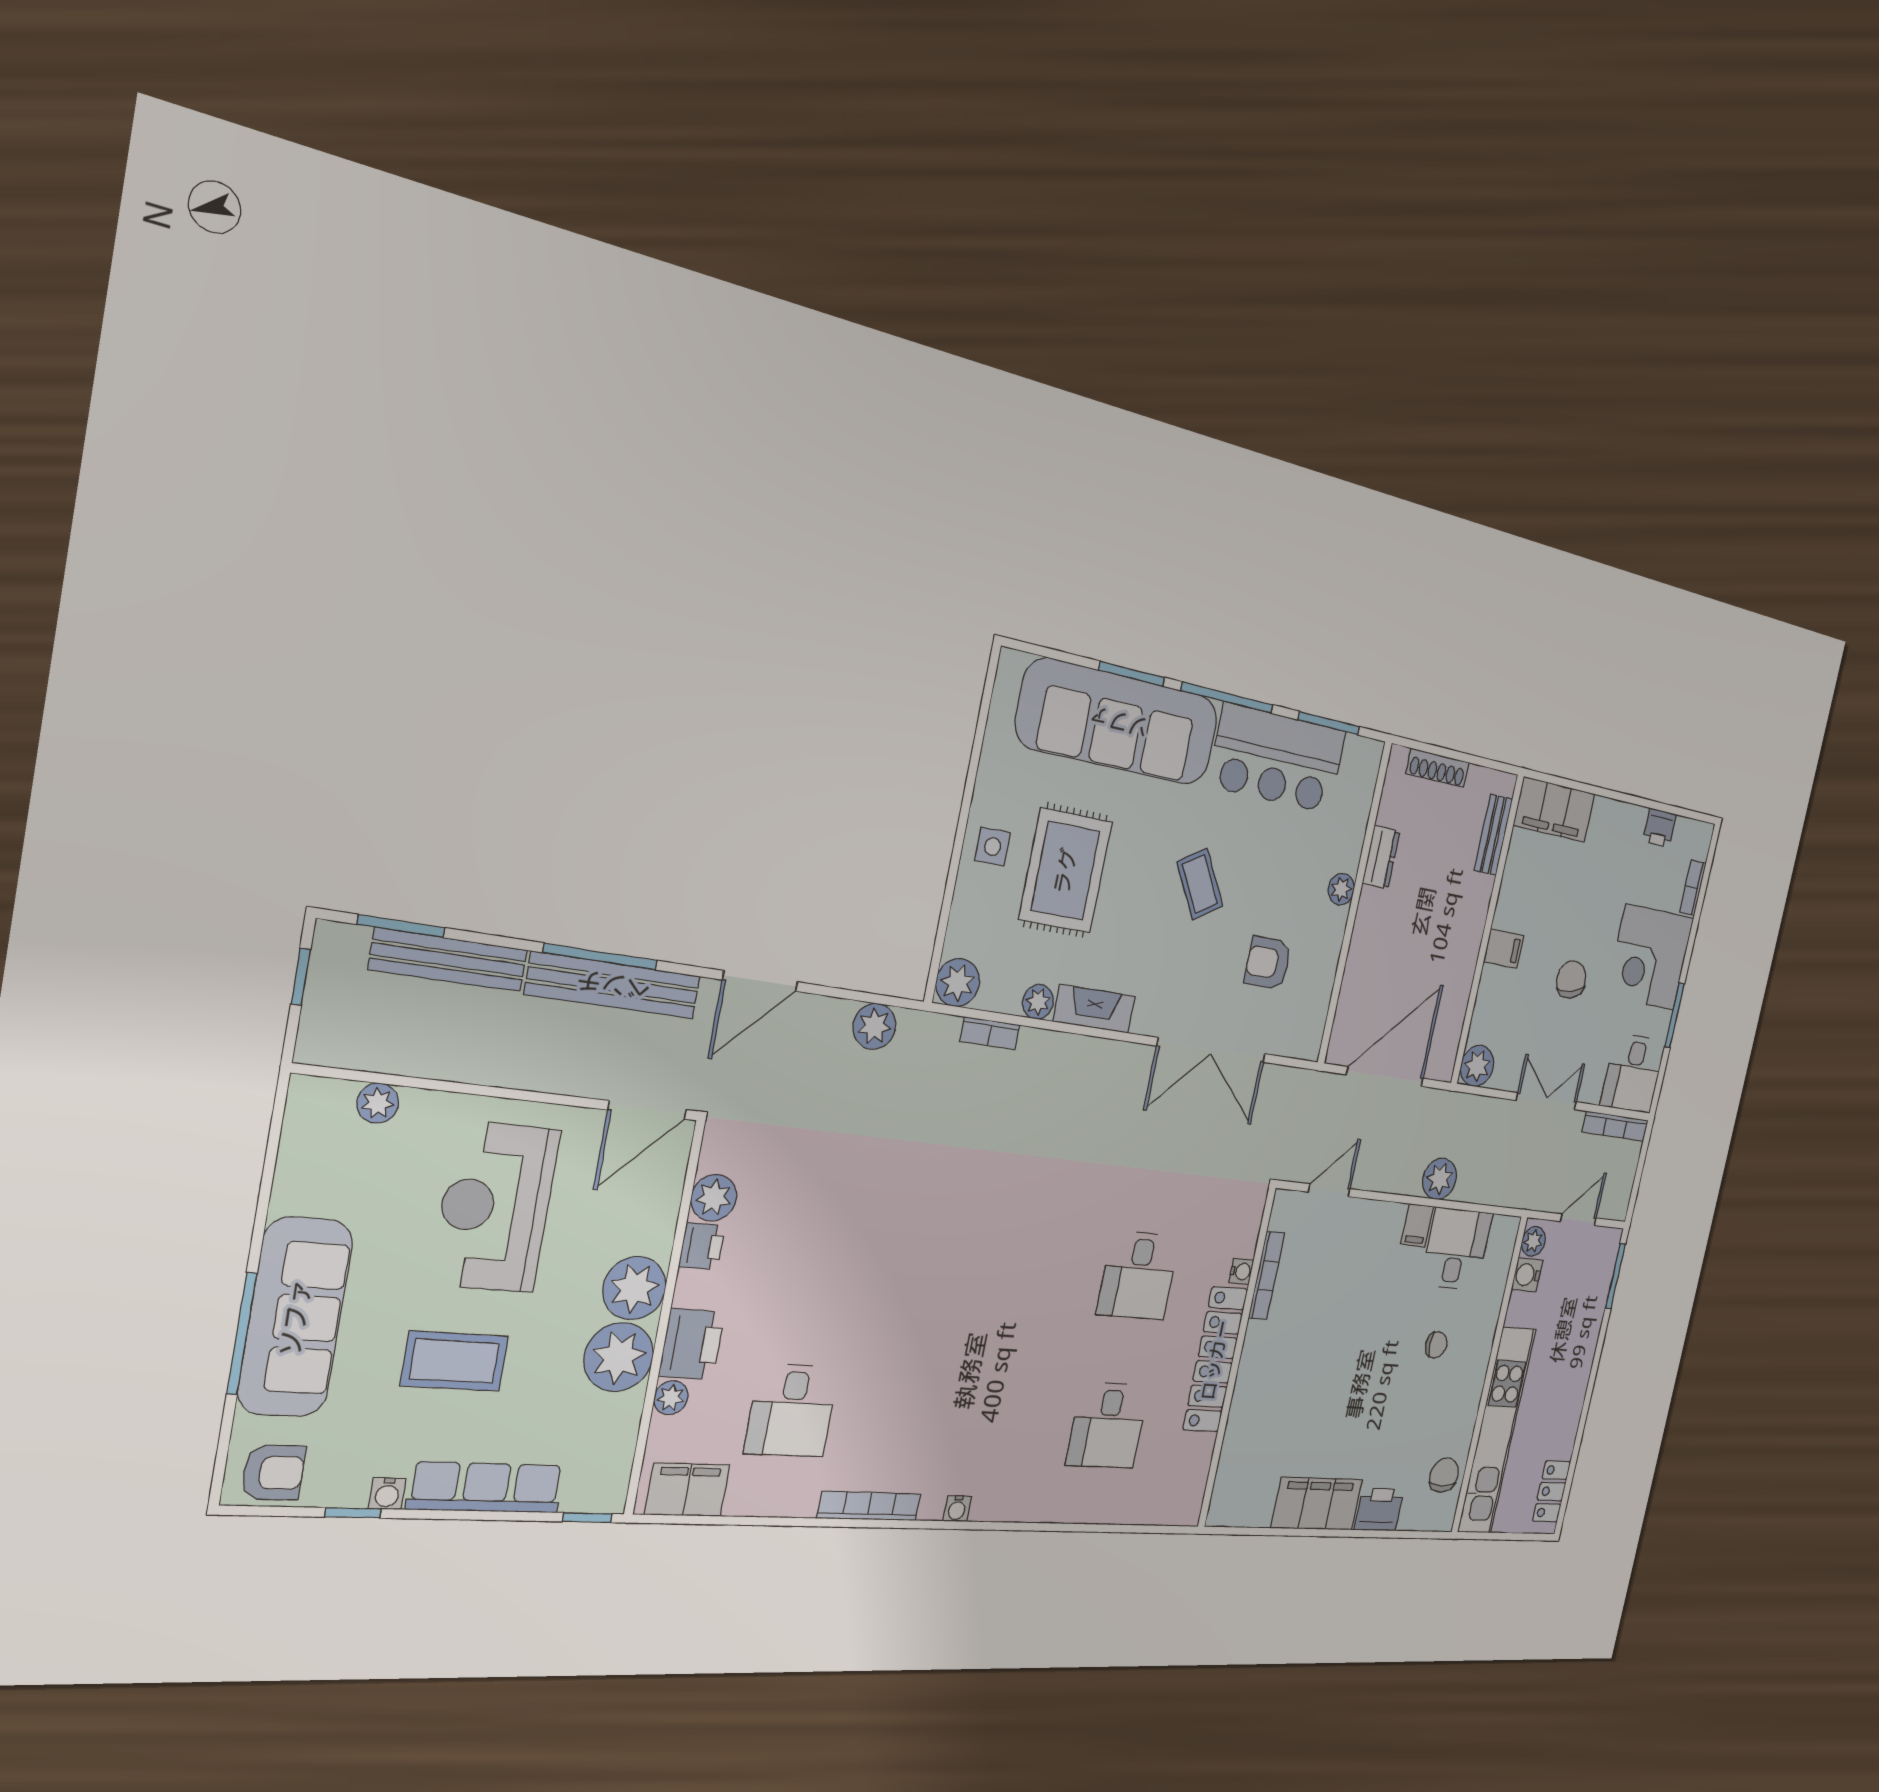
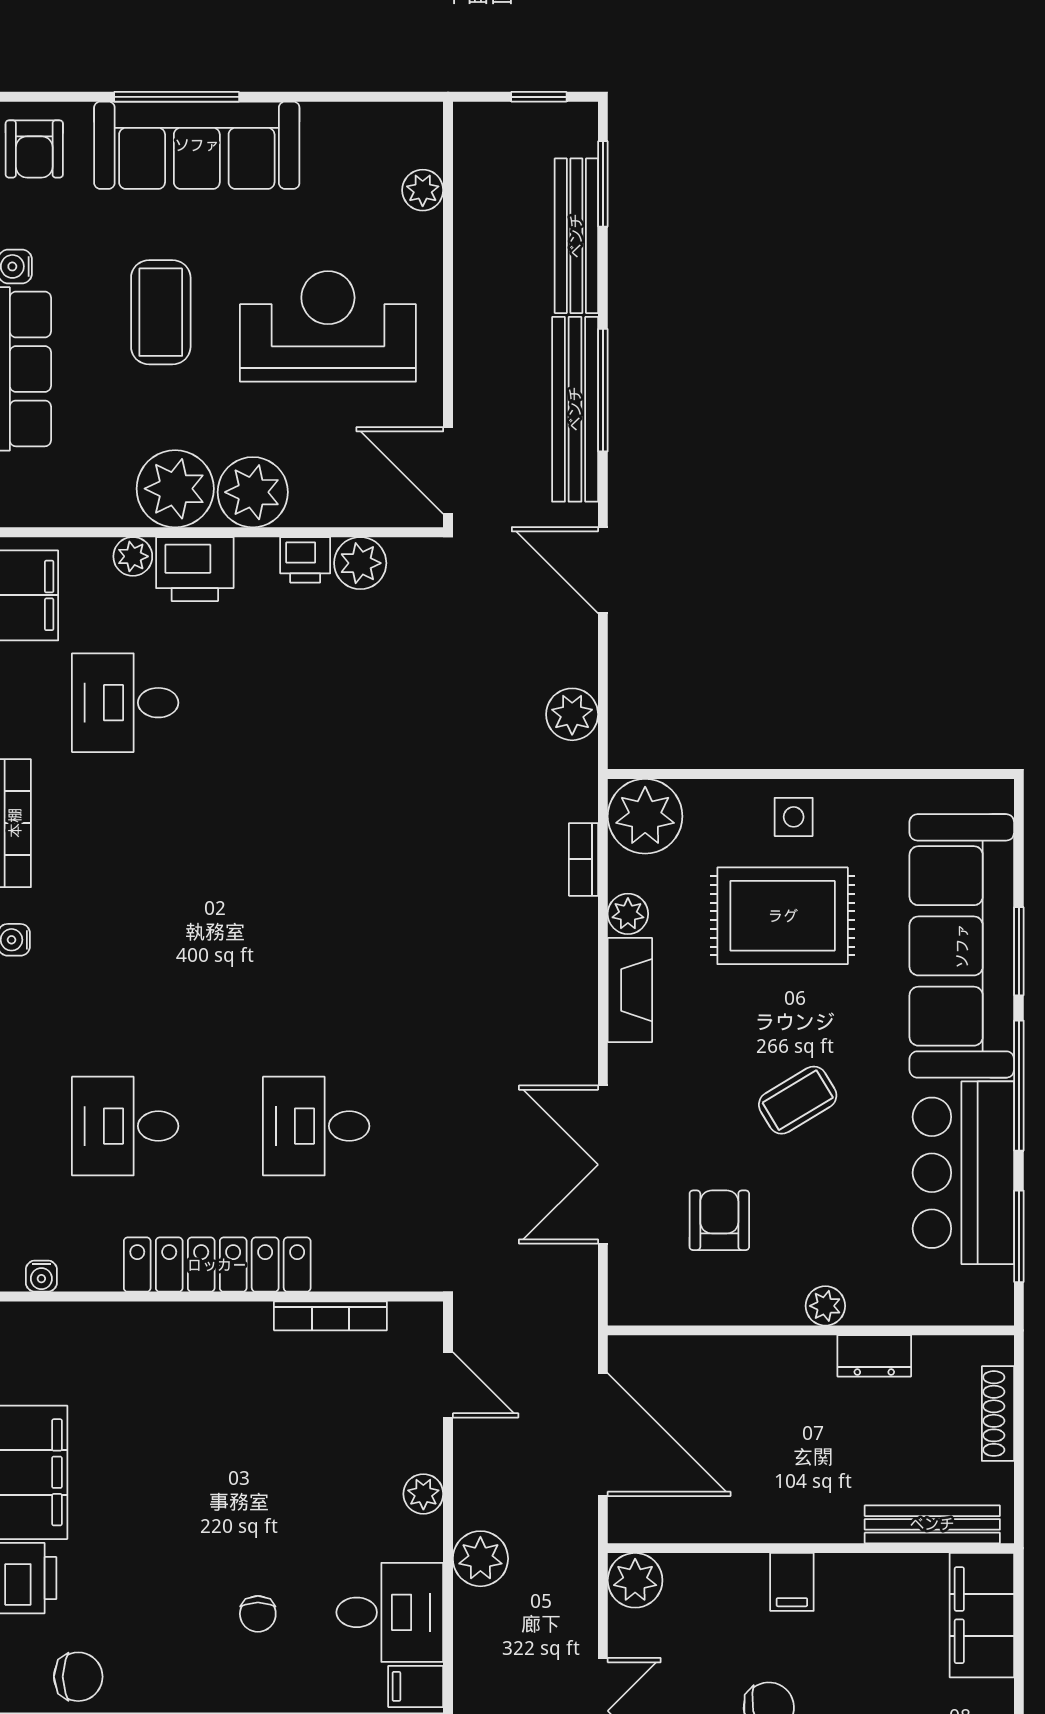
bench: (1493, 835) -> (932, 1524), width x1.36
plant: (958, 983) -> (645, 816), width x1.36, depth x1.36
plant: (1392, 1217) -> (423, 1494), added
filing cabinet: (1417, 1225) -> (416, 1686), moved
water cooler: (1241, 1272) -> (41, 1276), moved

